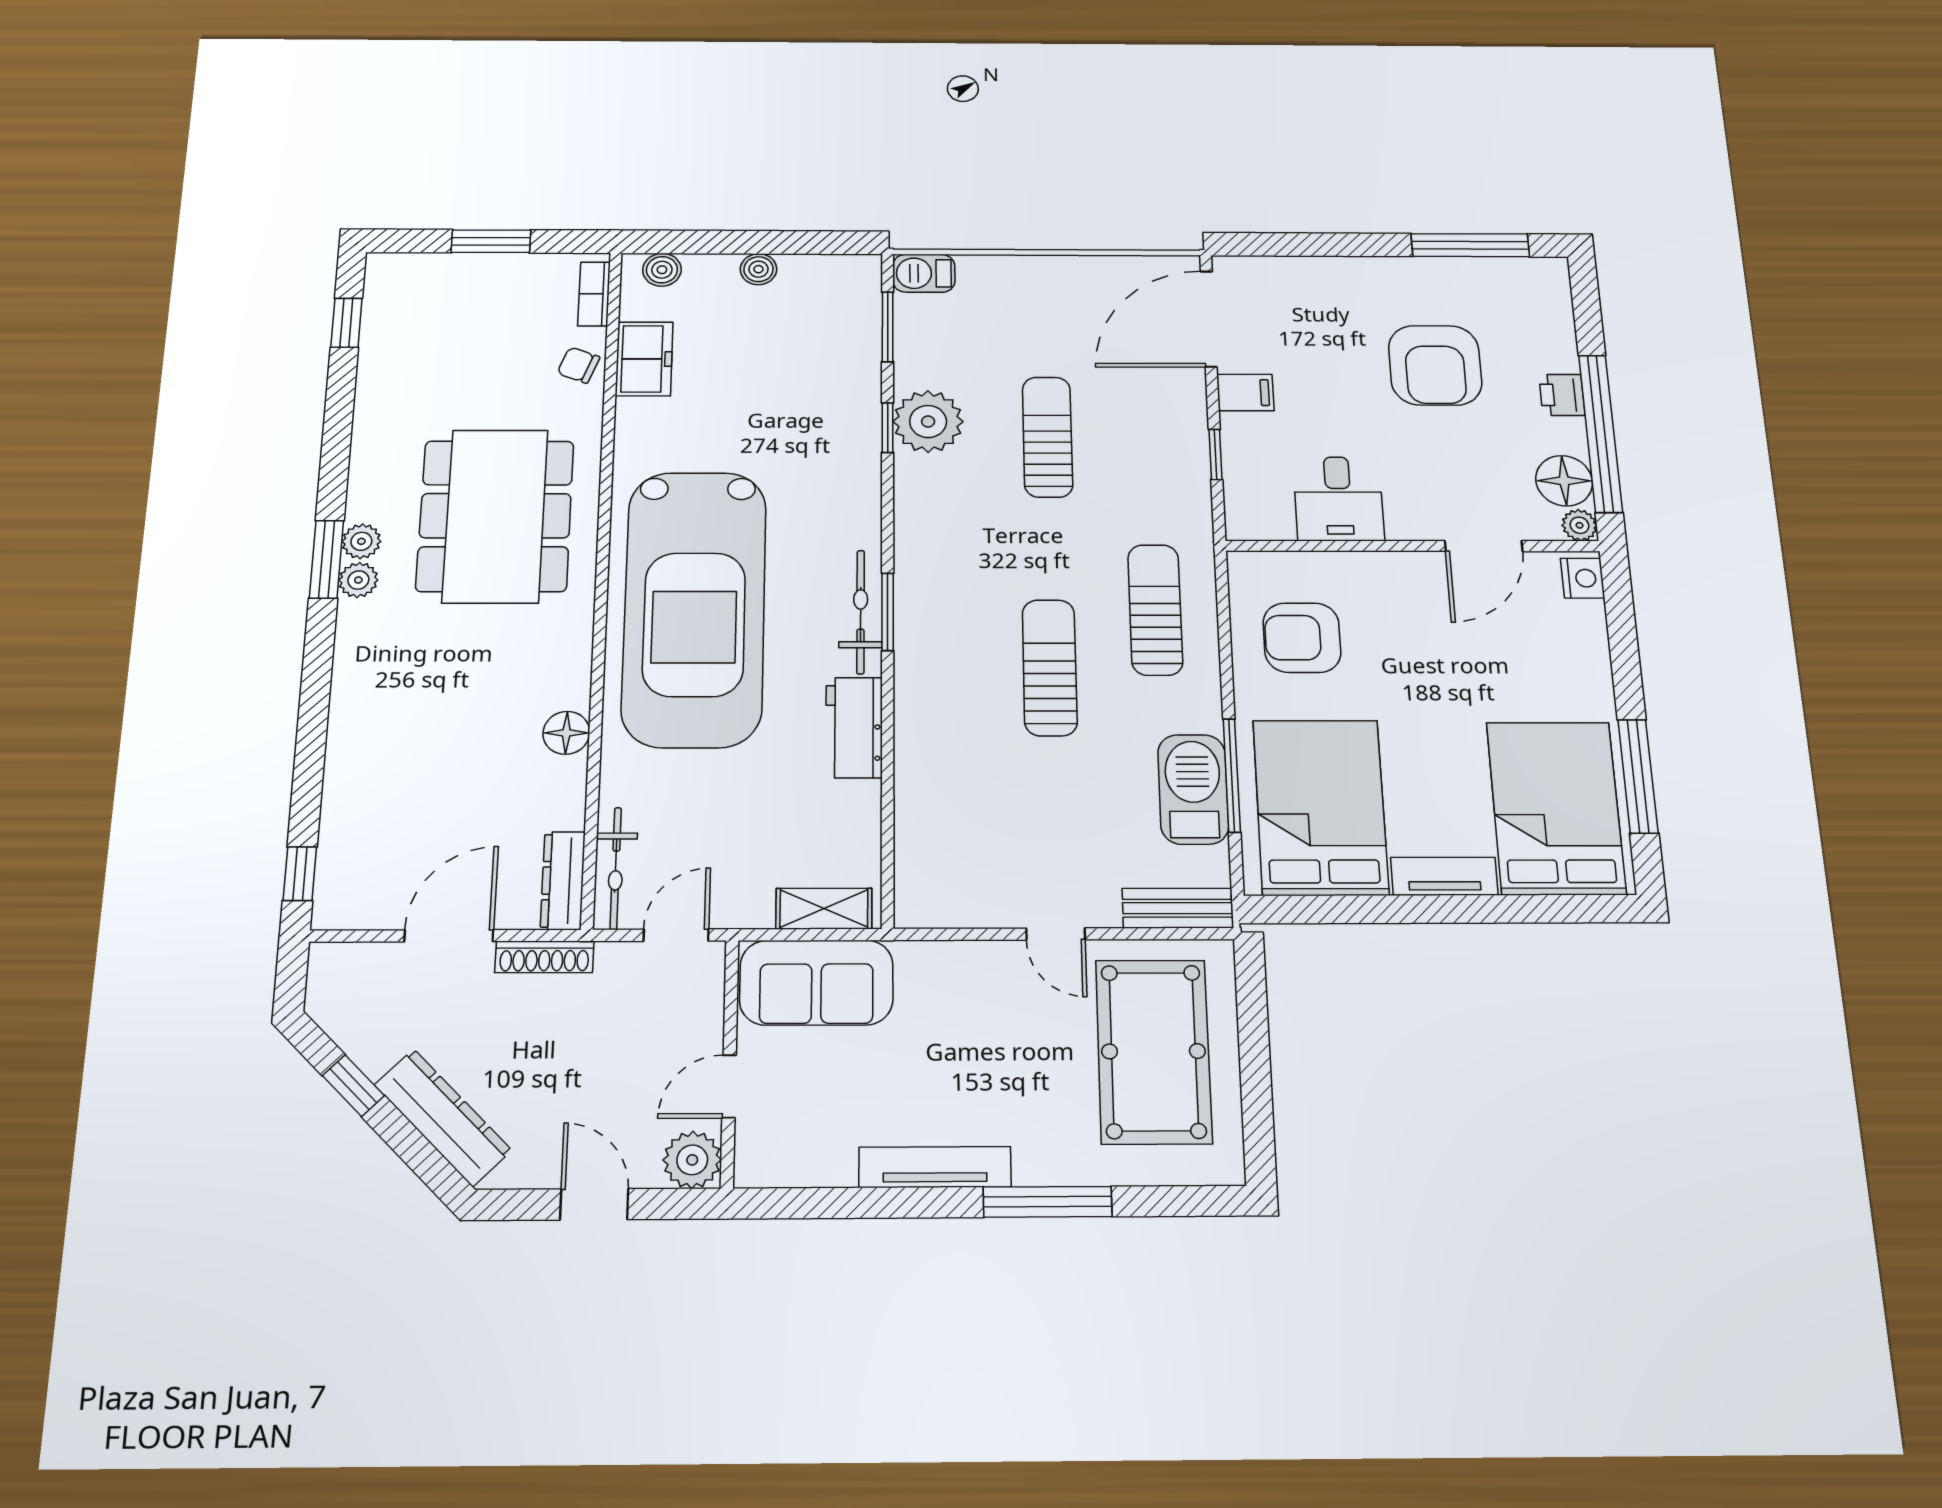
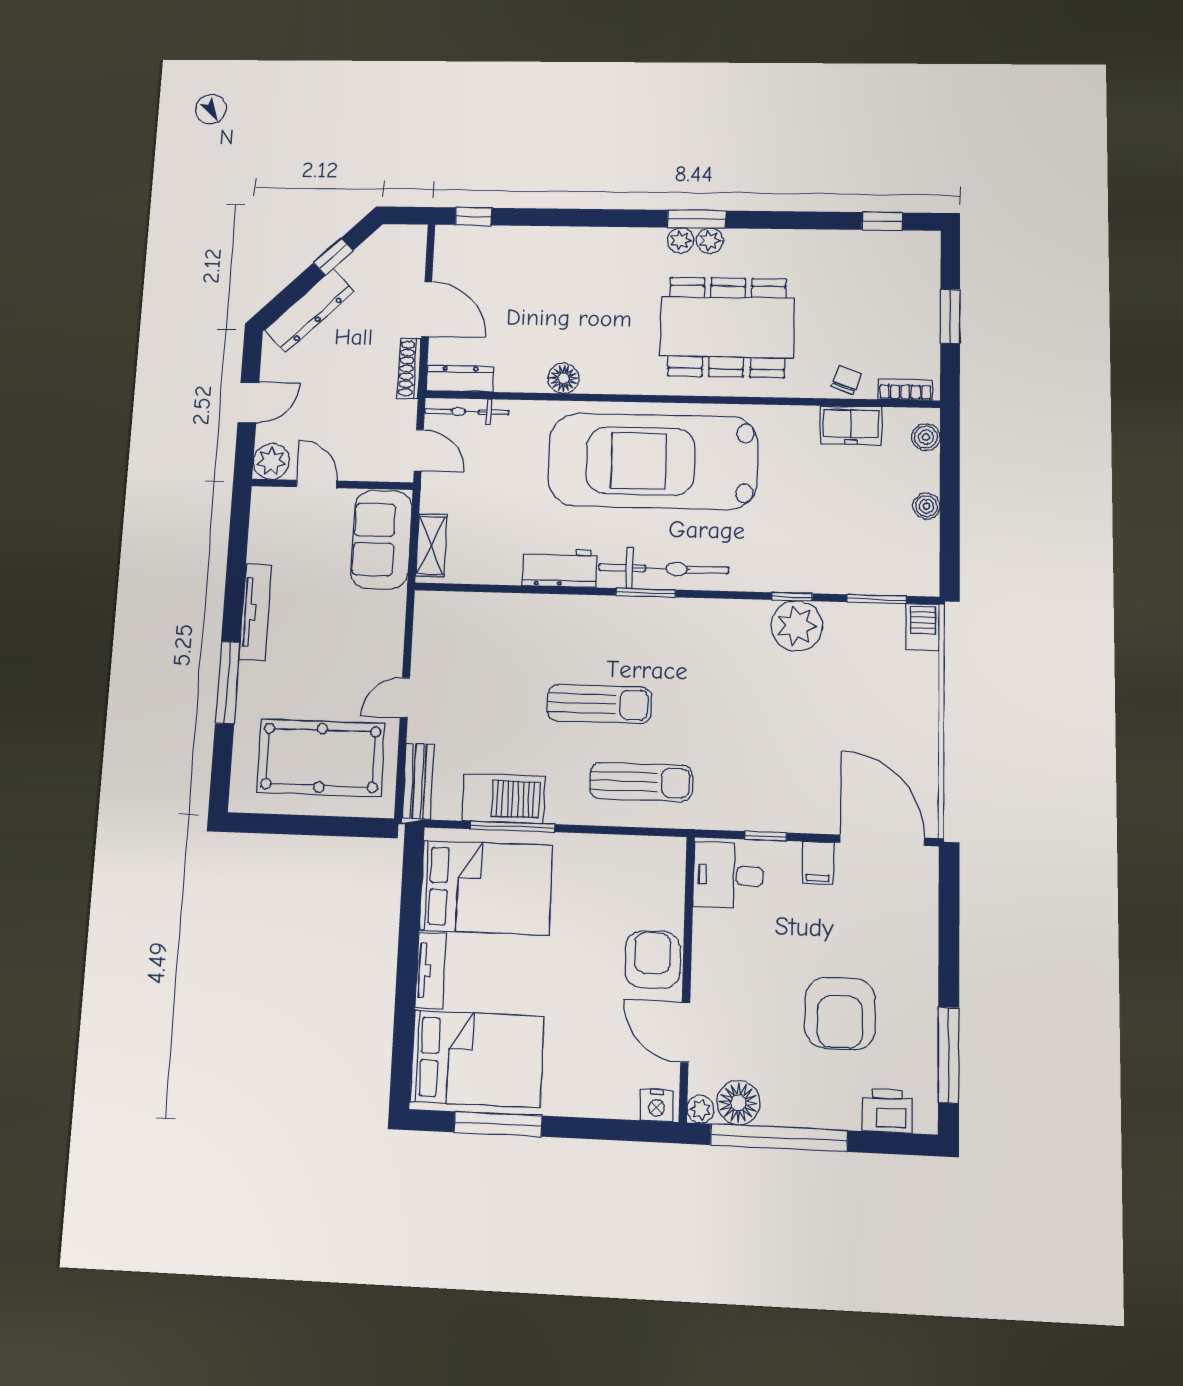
armchair: (1435, 365) -> (840, 1013), turned -90
printer: (1562, 395) -> (887, 1111), moved, width x1.36, depth x1.24
sun lounger: (1048, 437) -> (783, 712), removed
desk: (1338, 499) -> (728, 875), moved
bicycle: (861, 612) -> (664, 569), width x1.37, depth x1.40
armchair: (1302, 638) -> (653, 960), moved

